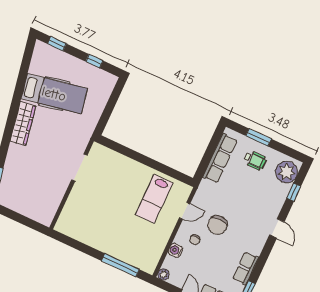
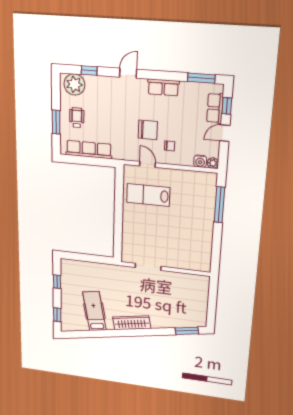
hospital bed: (54, 94) -> (94, 311), width x0.73, depth x0.78
lab bench: (154, 199) -> (148, 195), turned 180
water cooler: (175, 250) -> (200, 161), moved
row of seats: (246, 268) -> (163, 87), moved

